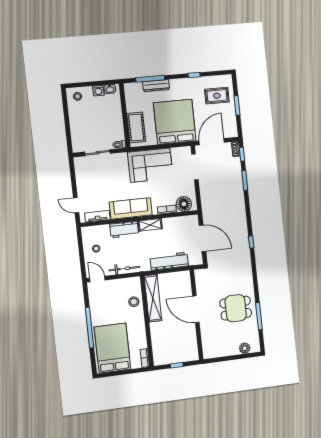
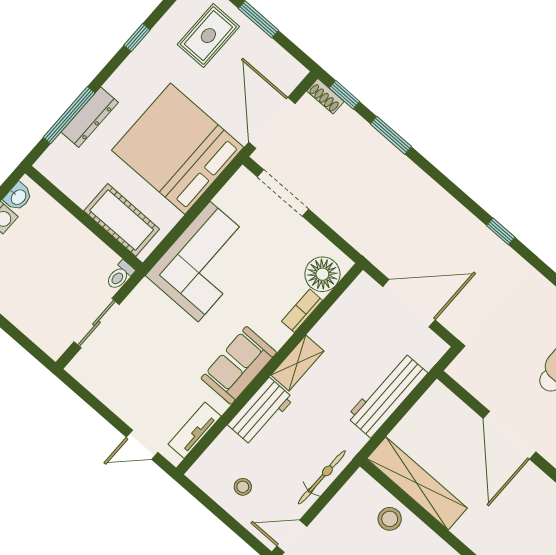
sofa: (131, 208) -> (239, 365), width x0.73
door: (196, 309) -> (509, 435), hinge flipped

